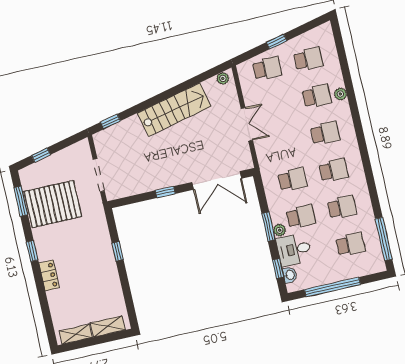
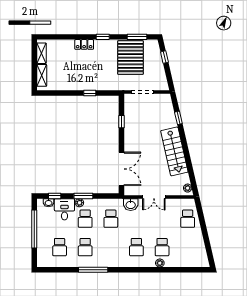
window: (277, 41) -> (204, 229), removed
school desk: (308, 59) -> (188, 247), removed
window: (110, 122) -> (178, 118), moved
washbasin: (266, 155) -> (131, 205), added
school desk: (334, 170) -> (111, 247), removed
double door: (217, 180) -> (122, 169), swing flipped
window: (165, 192) -> (122, 122), moved
window: (384, 239) -> (93, 270), moved

